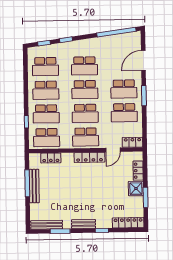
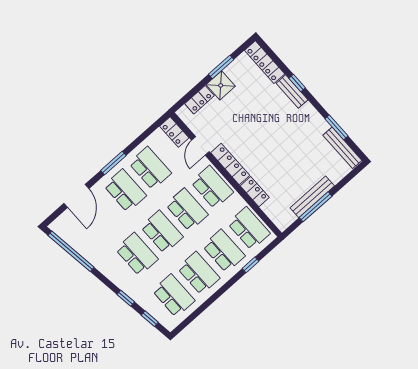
door: (143, 61) -> (76, 196), hinge flipped
door: (113, 150) -> (200, 146), swing flipped
locker: (51, 158) -> (255, 192), moved
bench: (83, 224) -> (292, 92), moved

